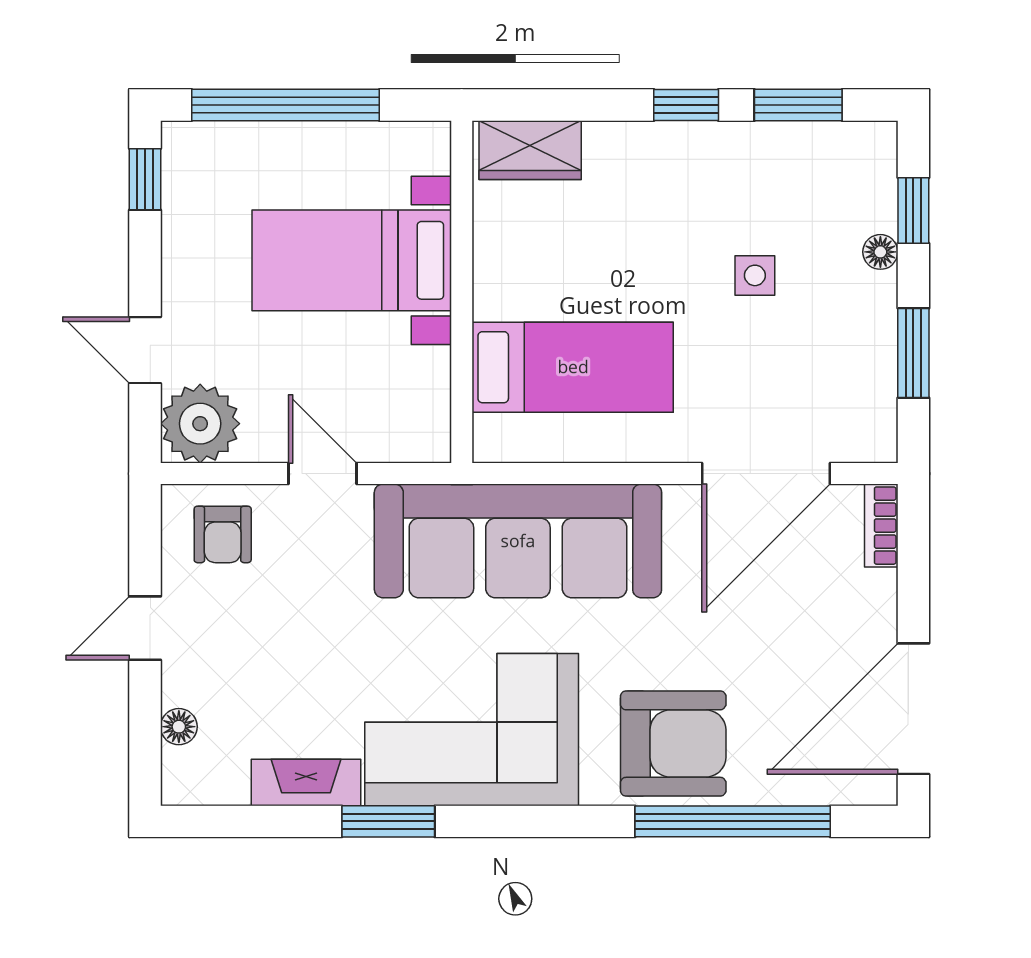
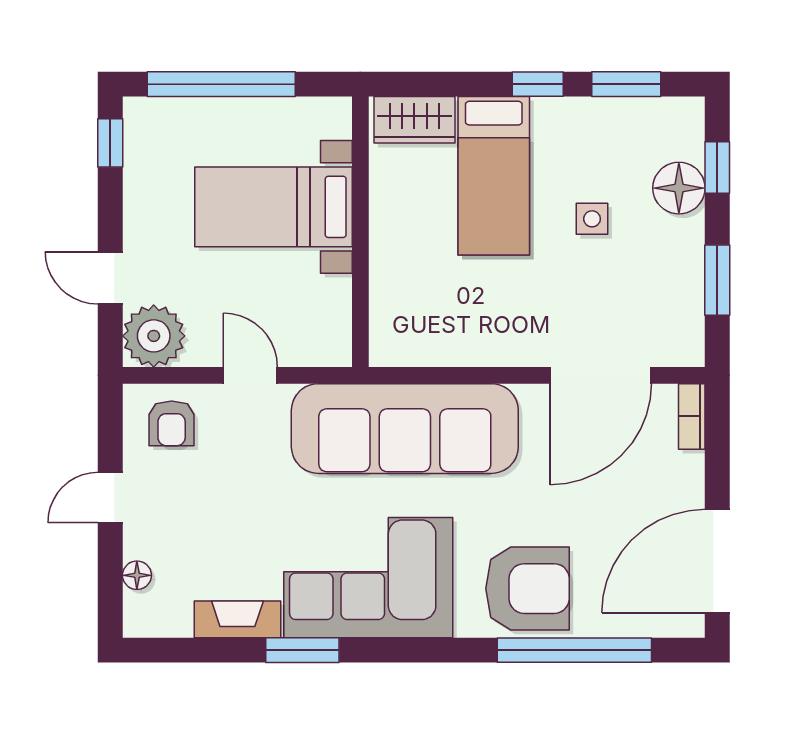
floor lamp: (880, 252) -> (679, 188), width x1.89, depth x1.89
bed: (573, 367) -> (494, 176), moved, turned 90

